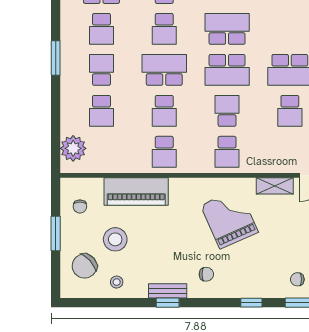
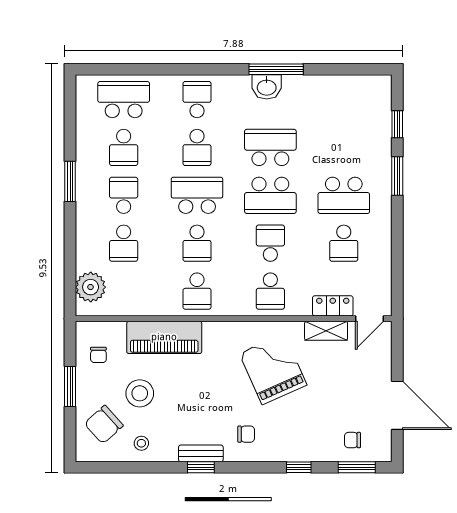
locker: (280, 164) -> (333, 306), added

